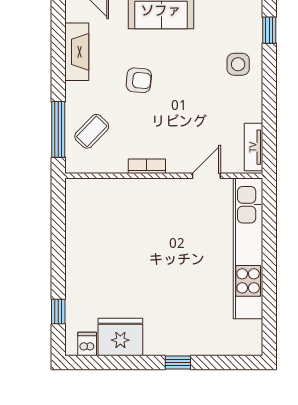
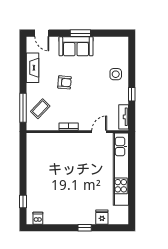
window: (269, 30) -> (132, 94), moved
fridge: (120, 337) -> (102, 217), moved, width x0.53, depth x0.75

